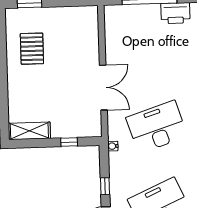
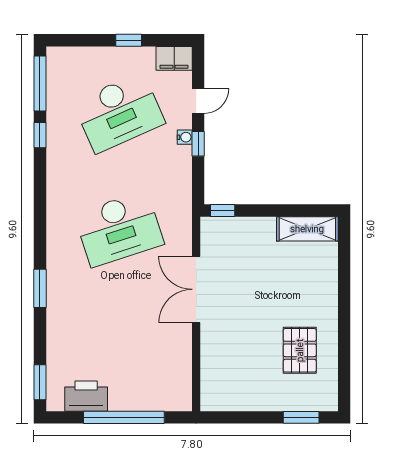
window: (69, 142) -> (223, 211), moved
water cooler: (113, 146) -> (185, 137), moved

